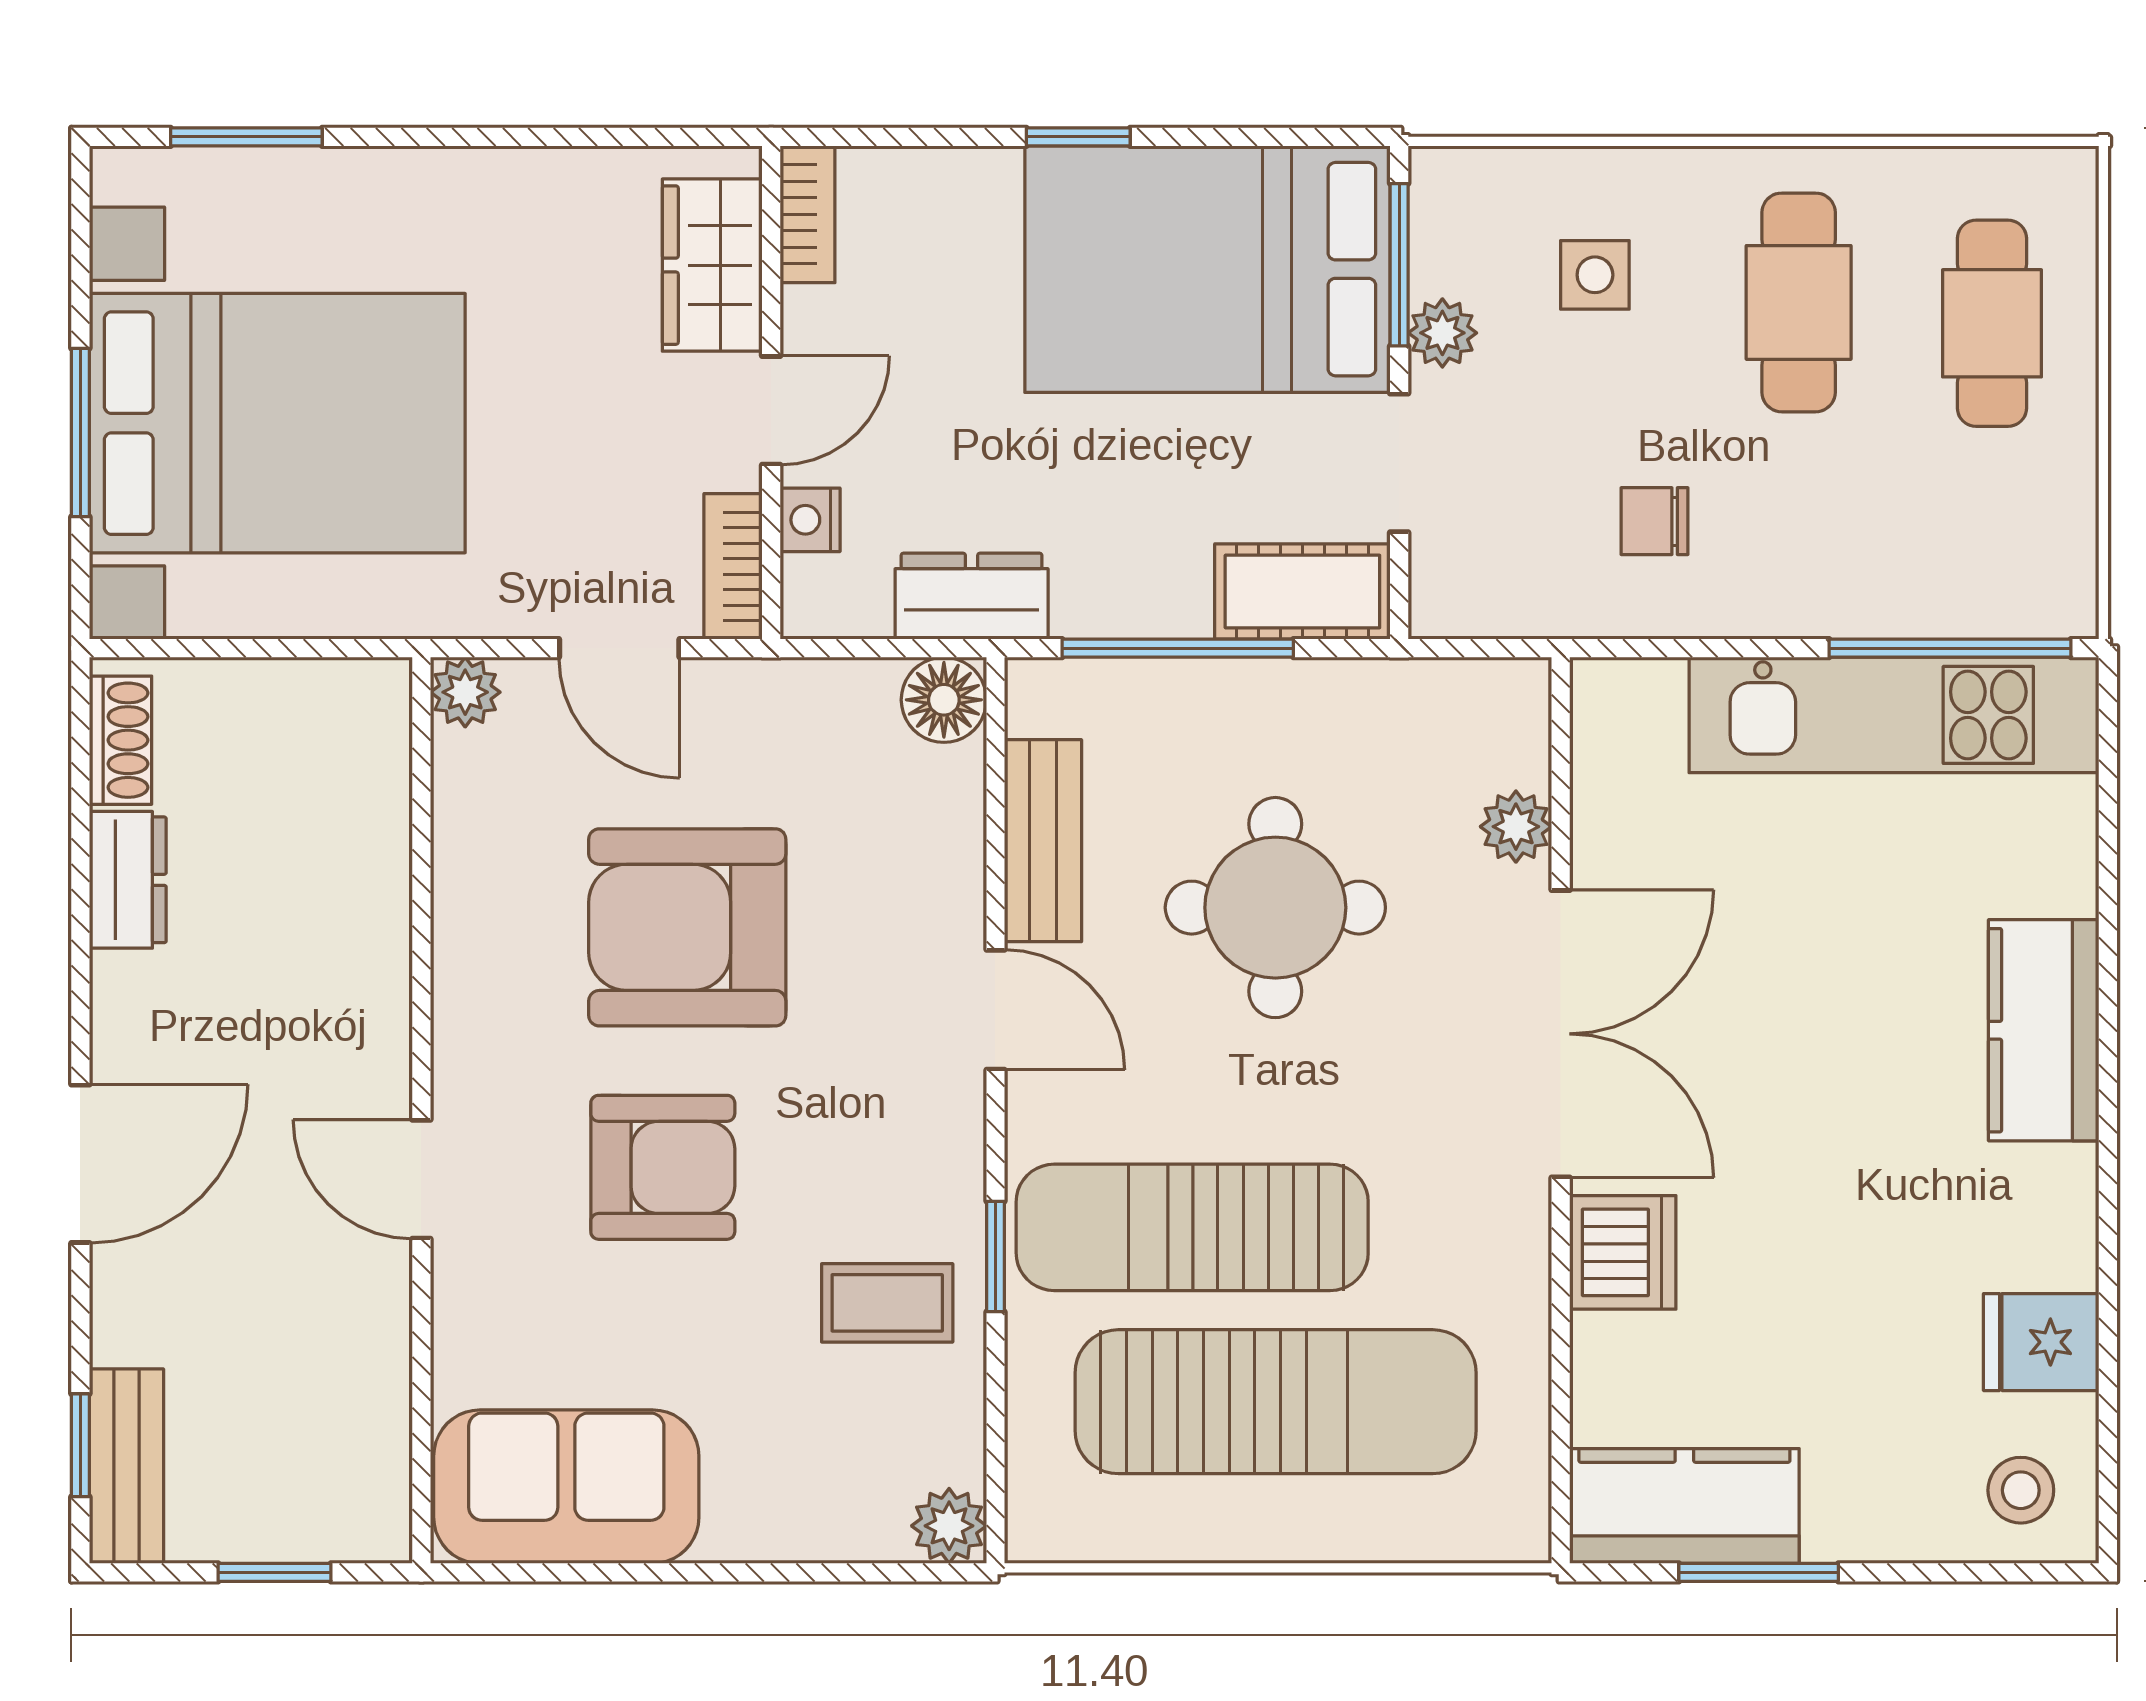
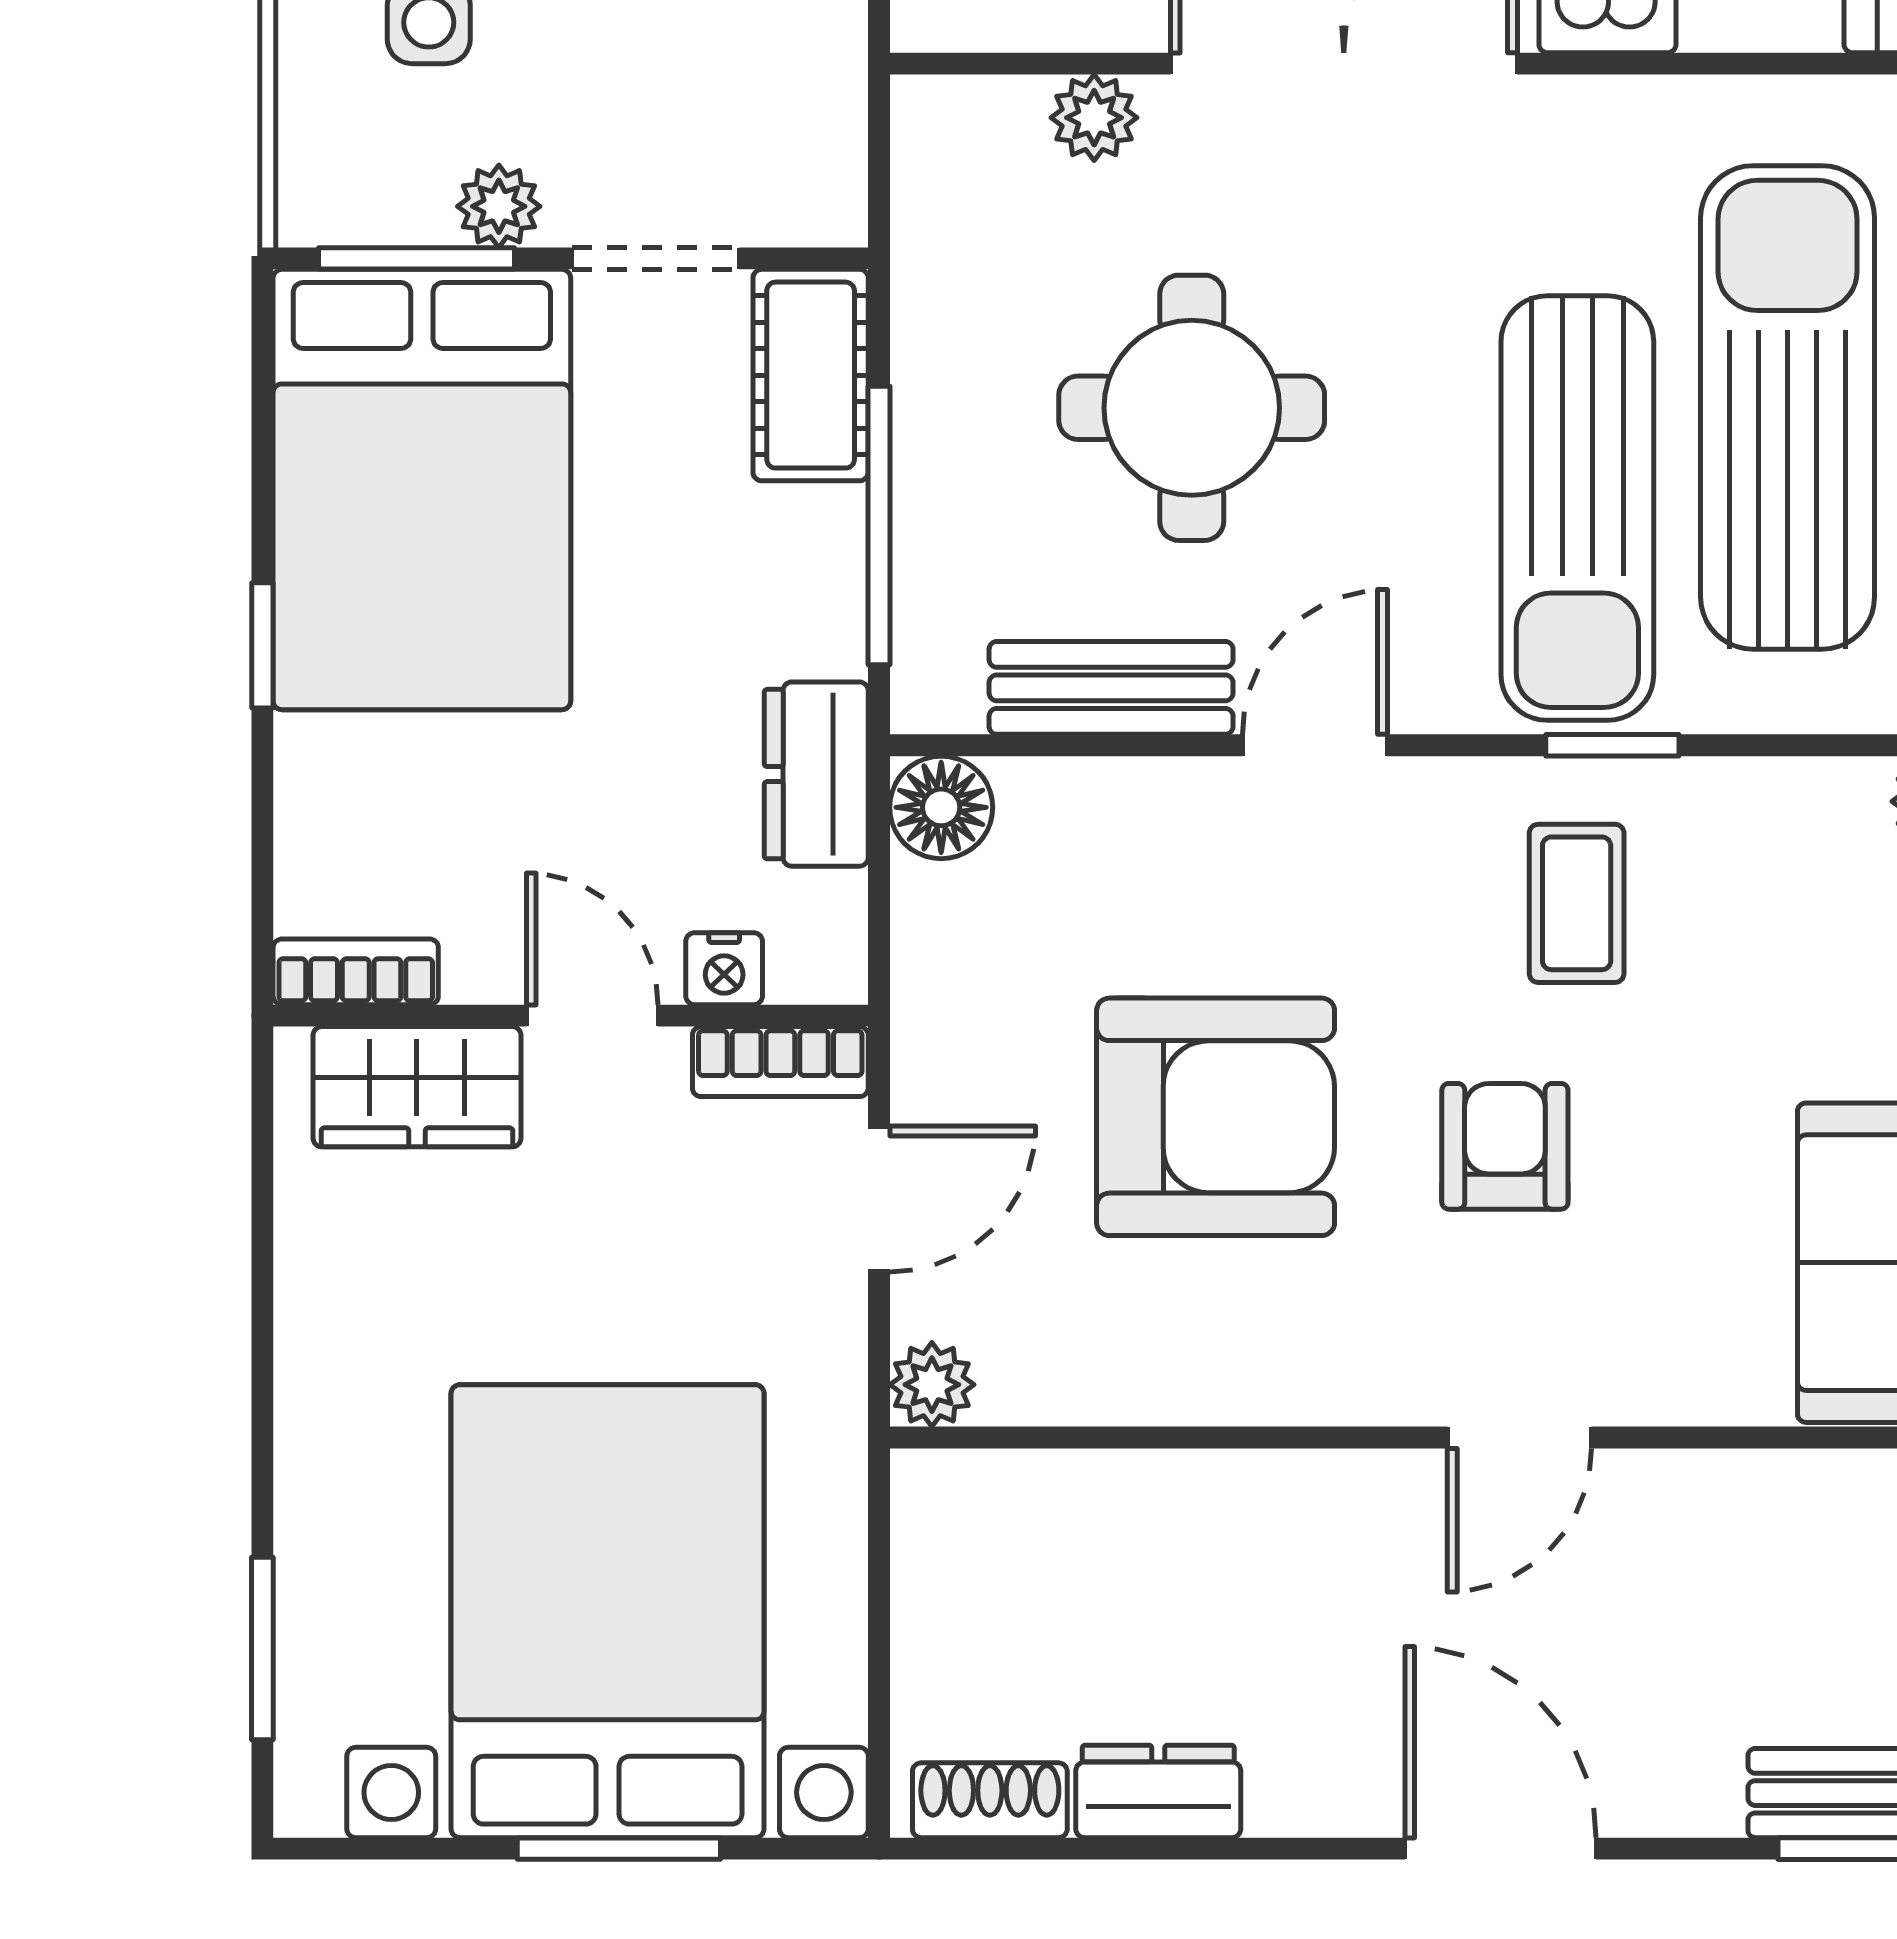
armchair: (687, 927) -> (1216, 1117), turned -90
armchair: (663, 1167) -> (1505, 1146), width x0.72, depth x0.72
coffee table: (887, 1303) -> (1577, 903), moved

